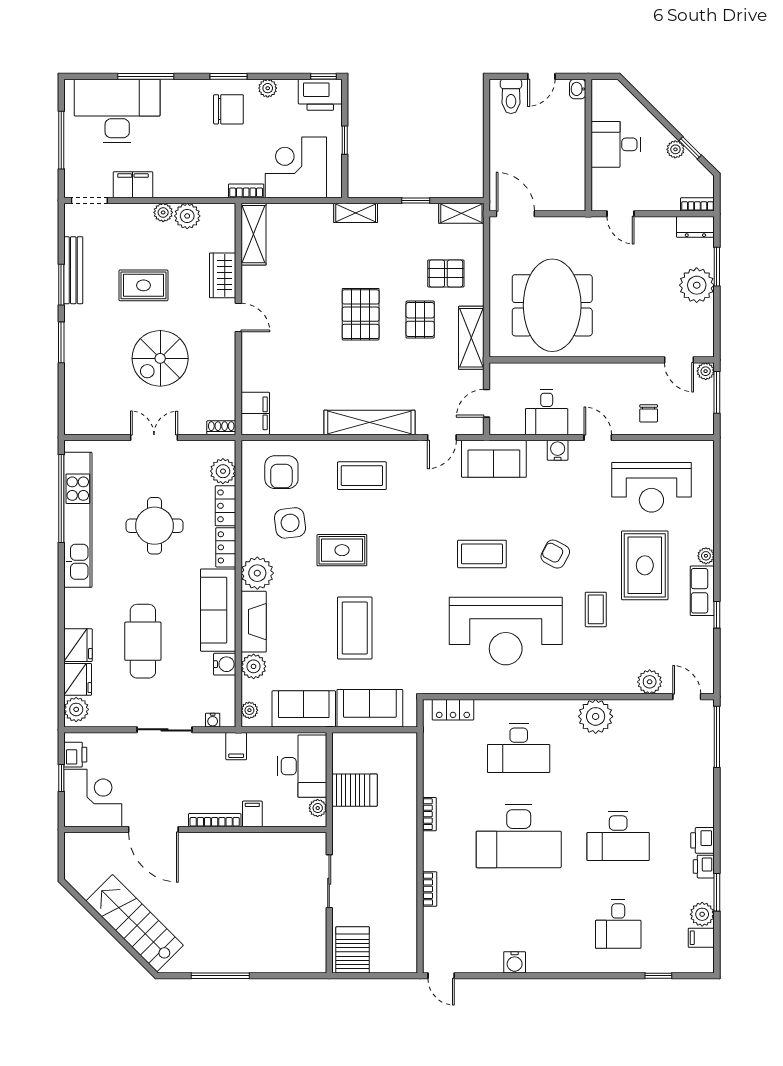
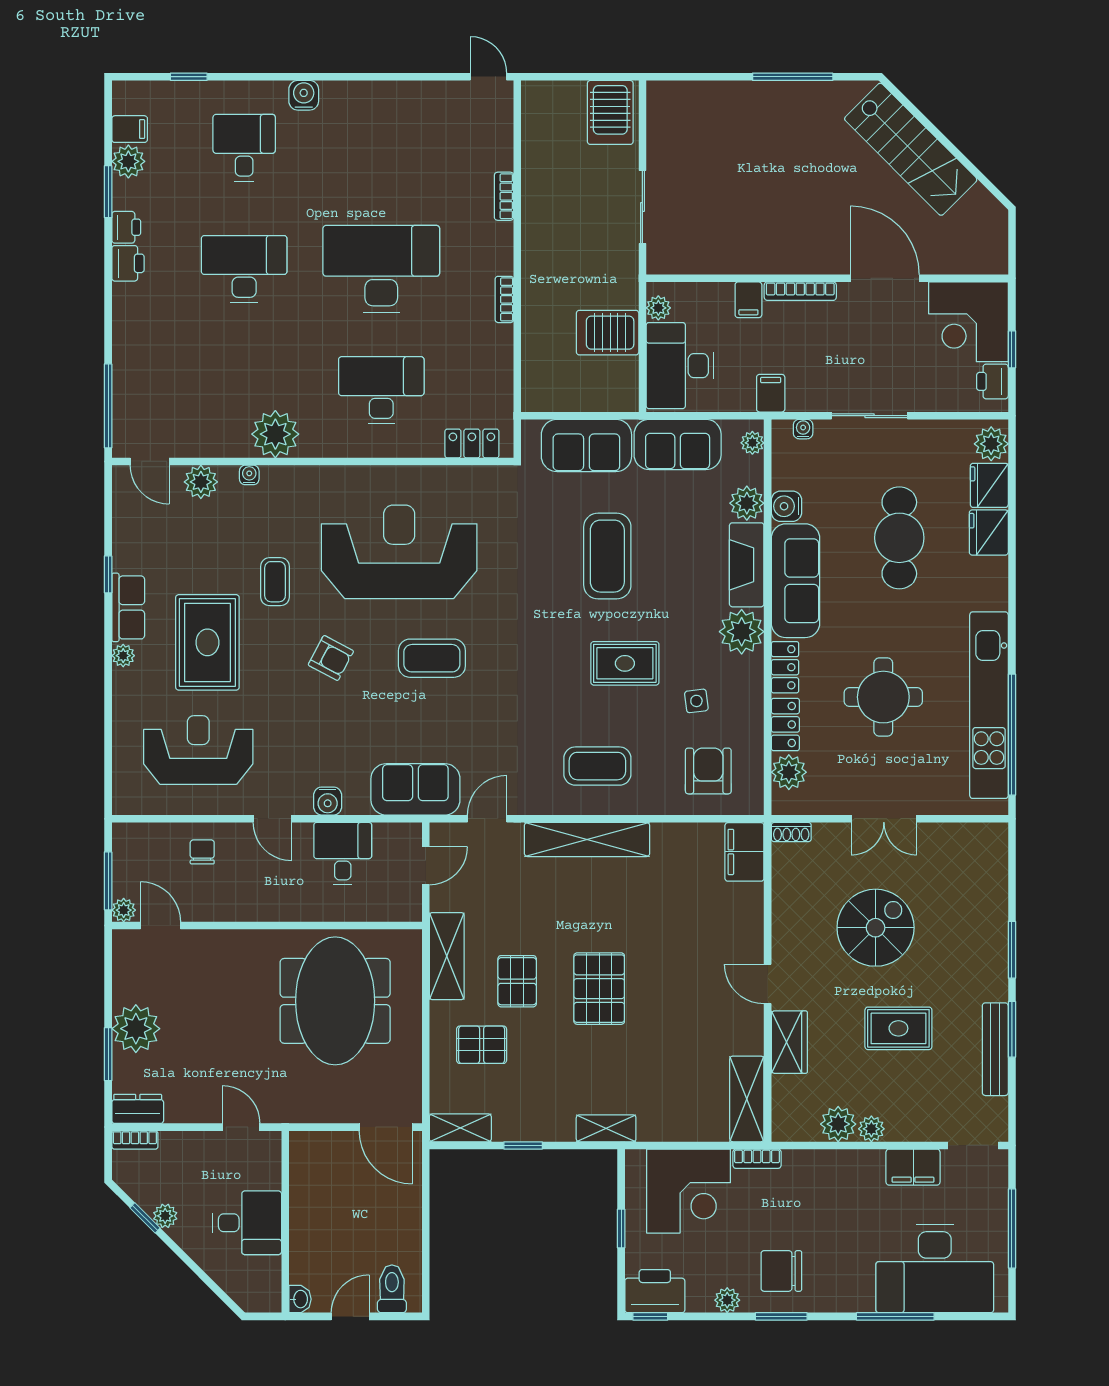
side table: (290, 523) -> (696, 701), width x0.54, depth x0.54
water cooler: (614, 687) -> (249, 475), added
water cooler: (515, 962) -> (304, 95), moved

